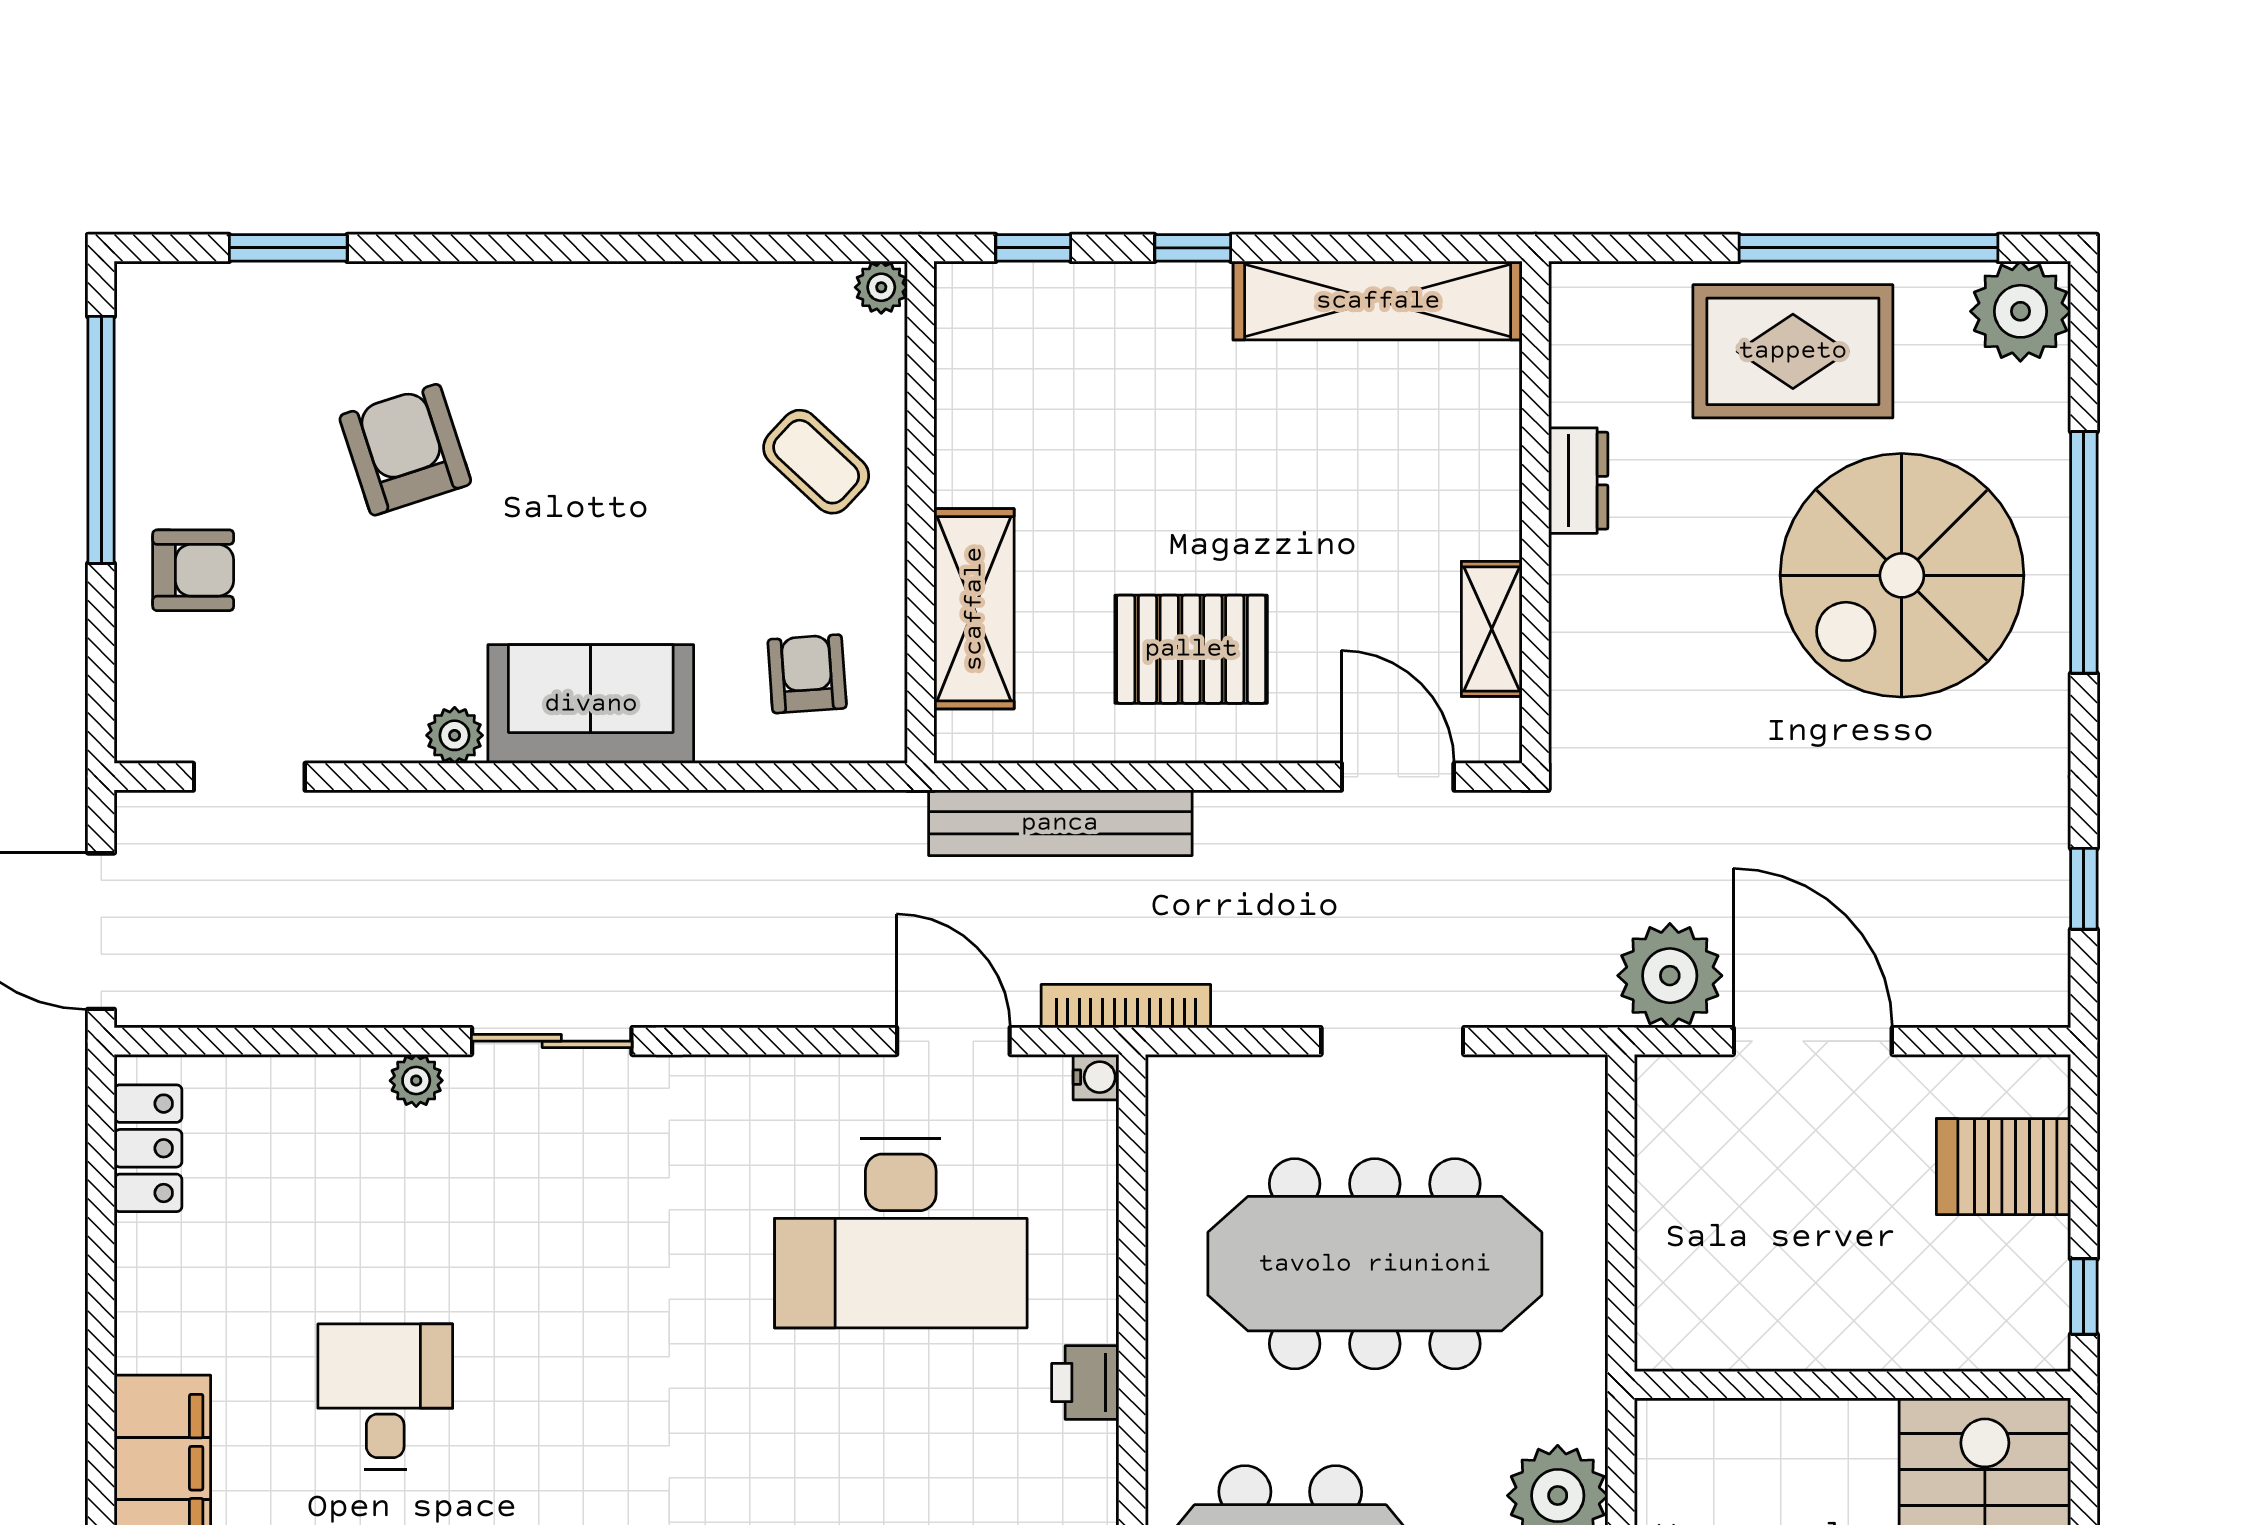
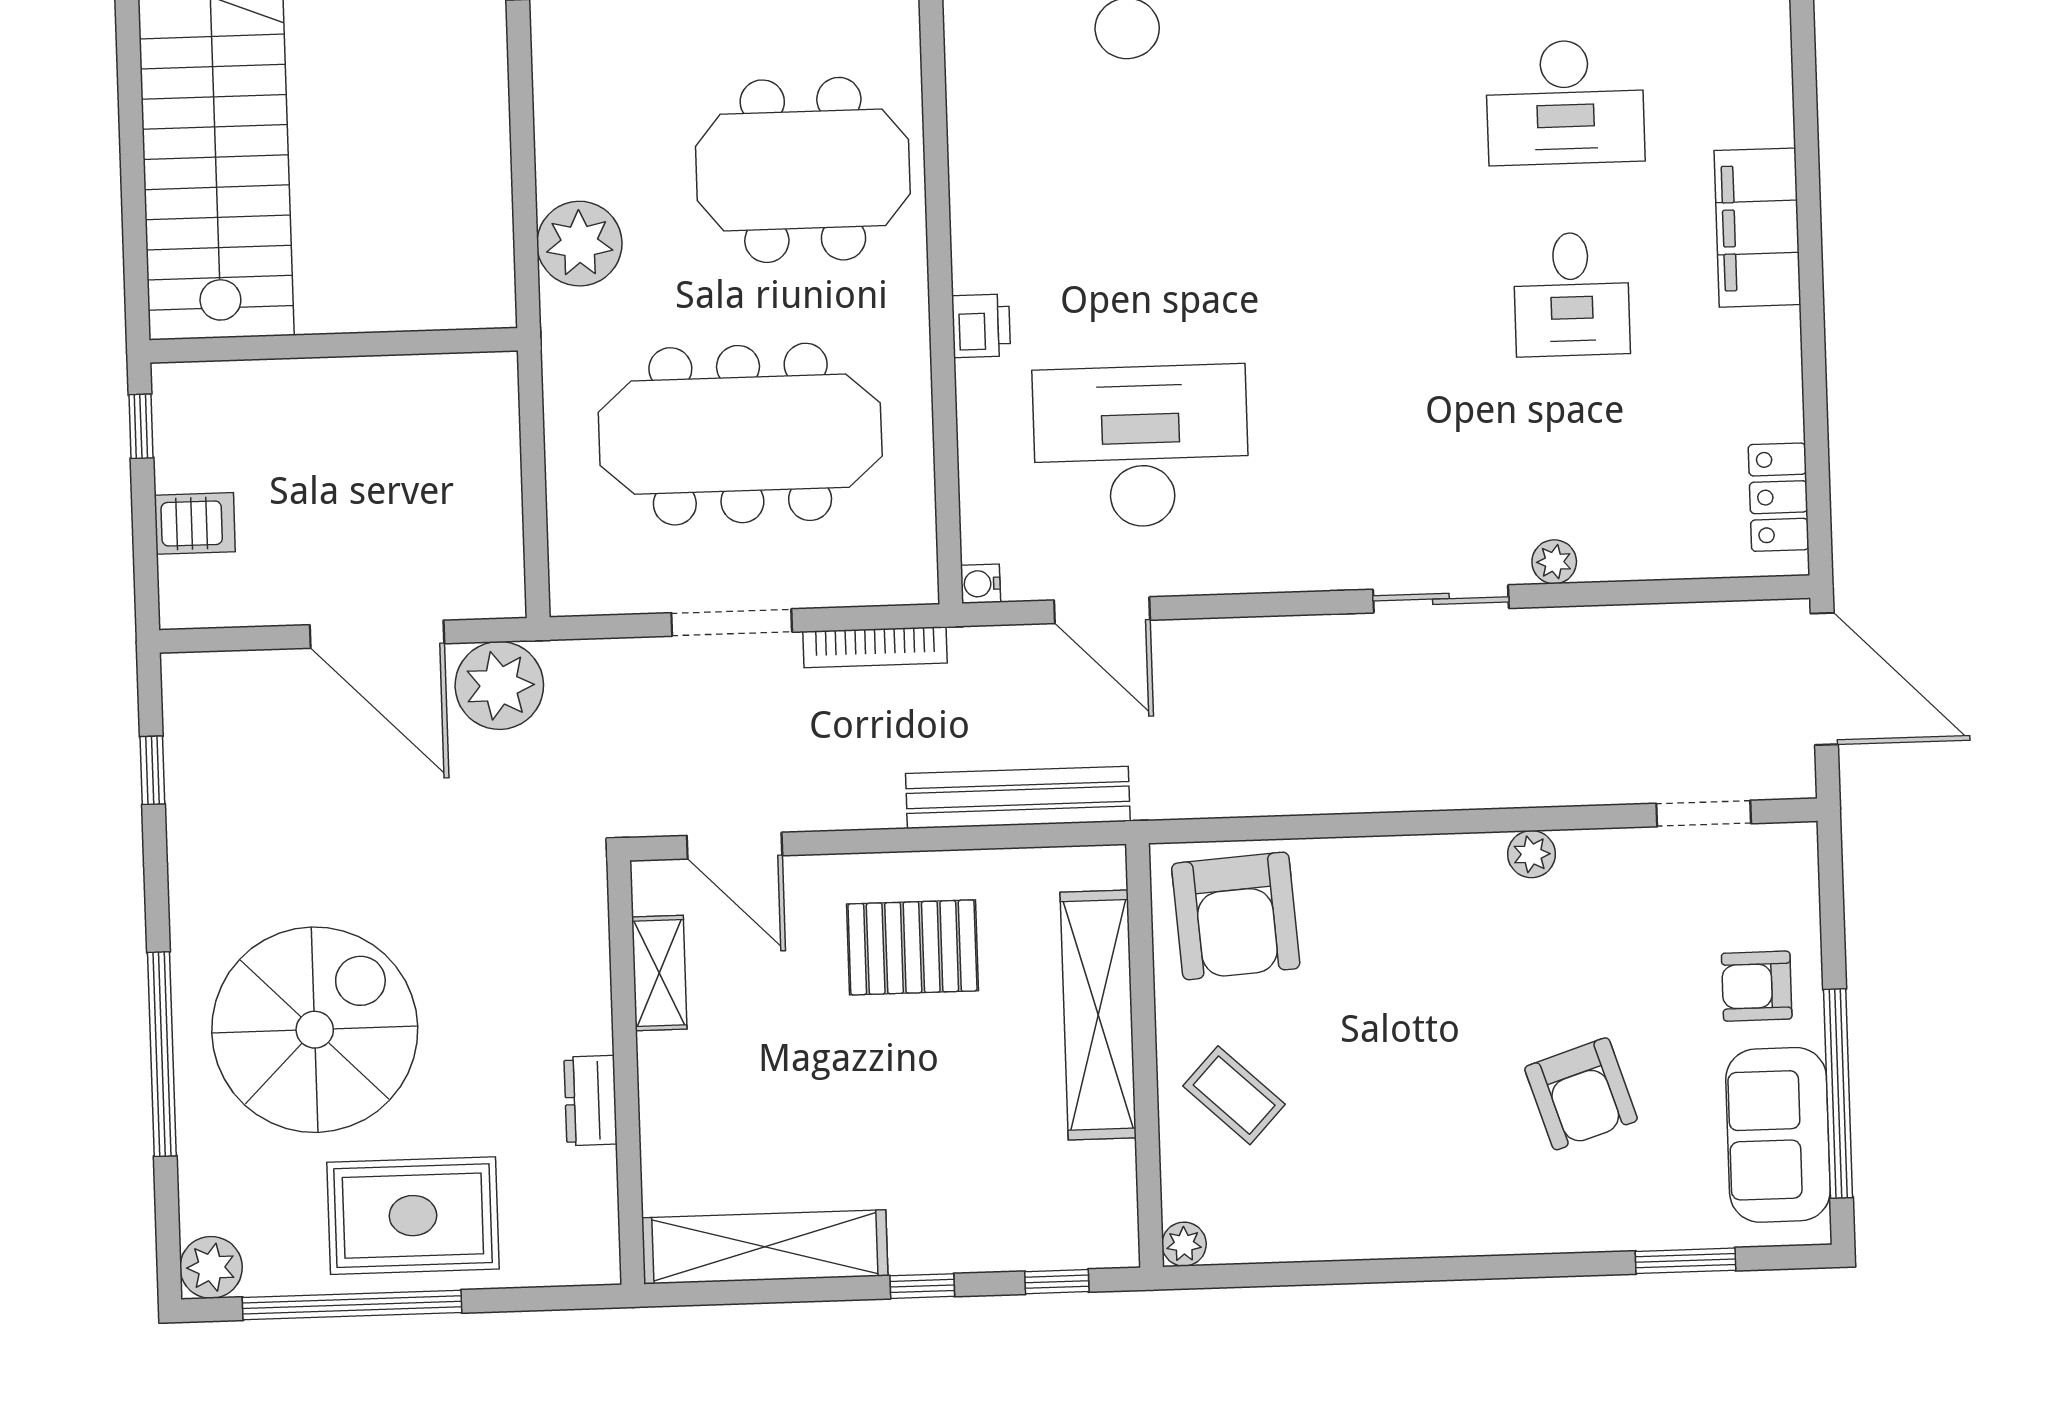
plant: (2020, 311) -> (211, 1267), width x0.73, depth x0.73
shelving: (974, 609) -> (1098, 1015), width x1.47
armchair: (807, 674) -> (1236, 916), width x1.88, depth x1.88
sofa: (591, 704) -> (1778, 1135), moved, turned 90
bookcase: (1126, 1006) -> (875, 647), moved
server rack: (2003, 1167) -> (195, 523), width x0.73, depth x0.70

